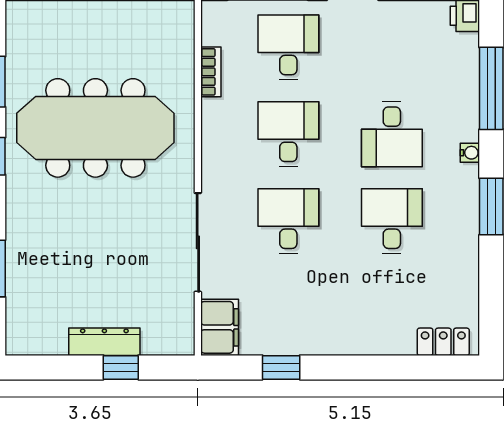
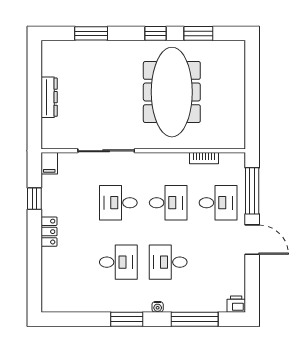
desk: (288, 221) -> (118, 203), turned 180
filing cabinet: (220, 327) -> (49, 163), width x0.50
locker: (443, 342) -> (49, 232), moved
window: (121, 367) -> (34, 107), removed

